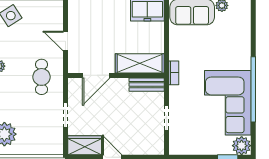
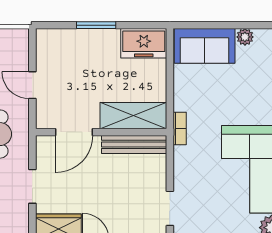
bench: (147, 85) -> (134, 144), width x1.36
doorway: (167, 118) -> (170, 208), moved

